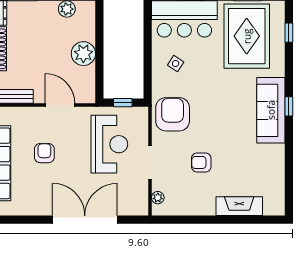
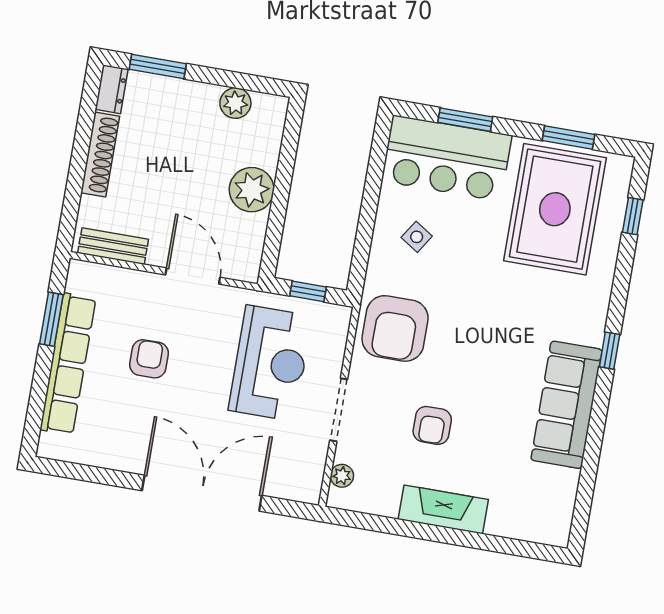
sofa: (271, 110) -> (566, 405), moved
armchair: (173, 114) -> (395, 328), turned 180
armchair: (201, 162) -> (432, 425), turned -90
fireplace: (239, 206) -> (443, 509), moved

